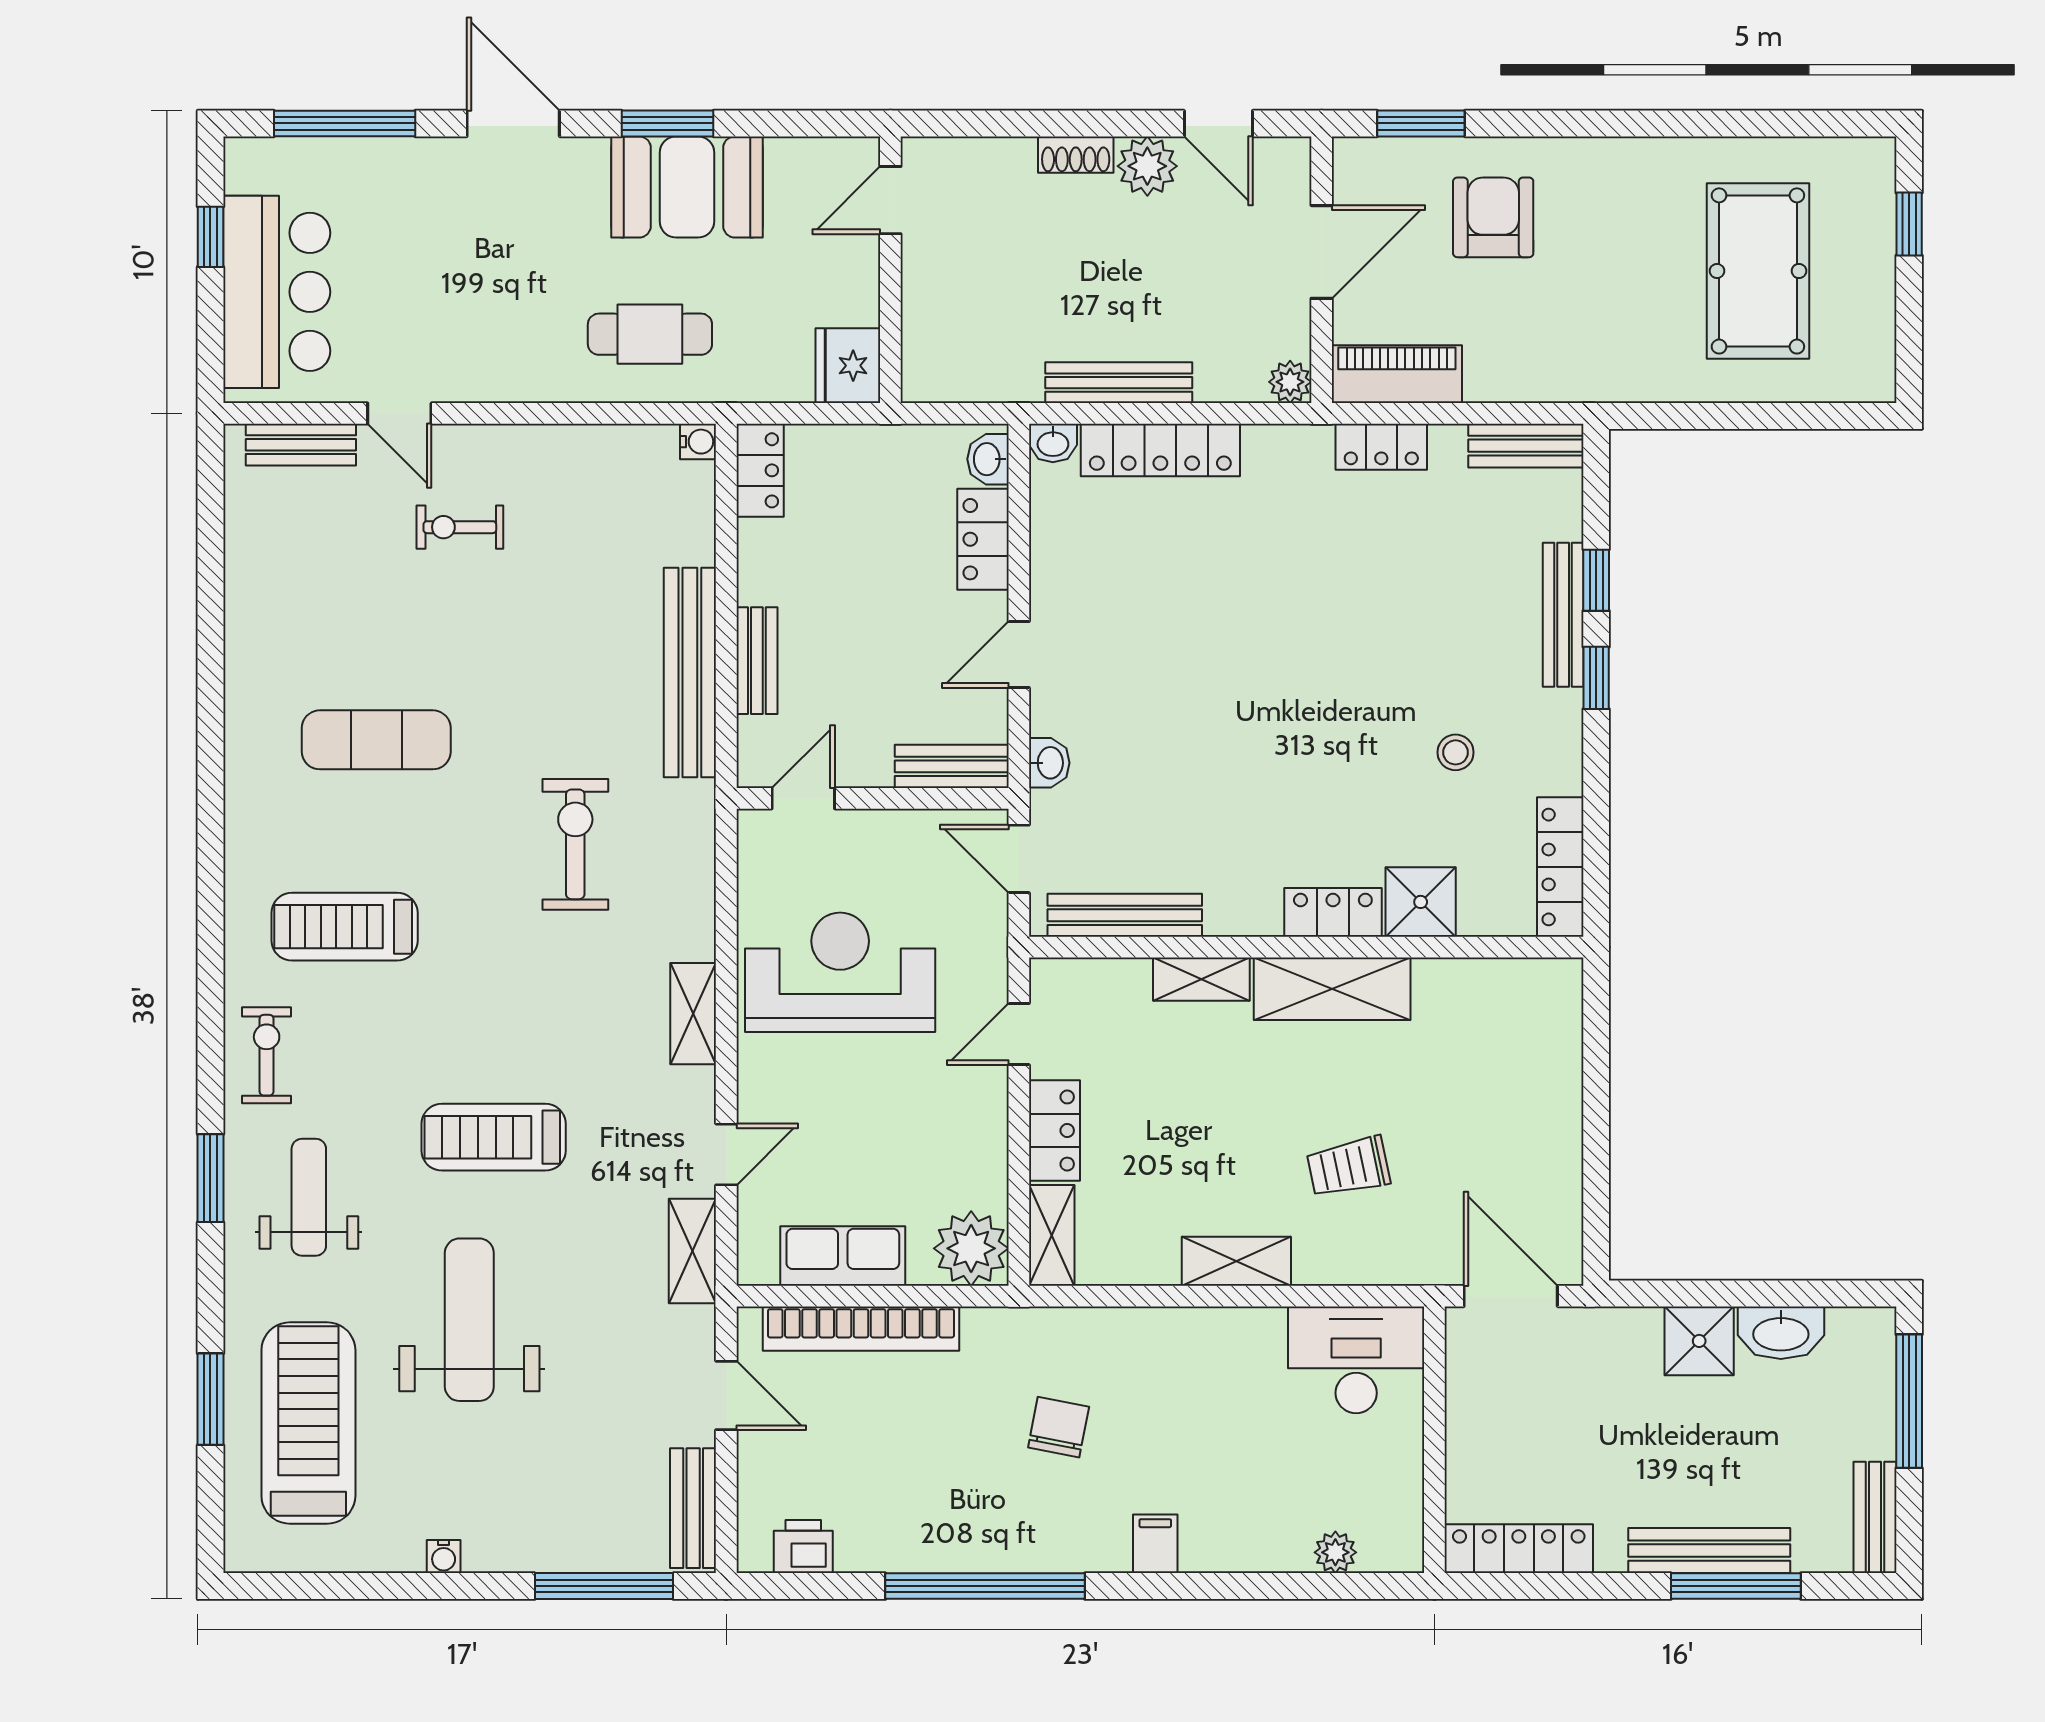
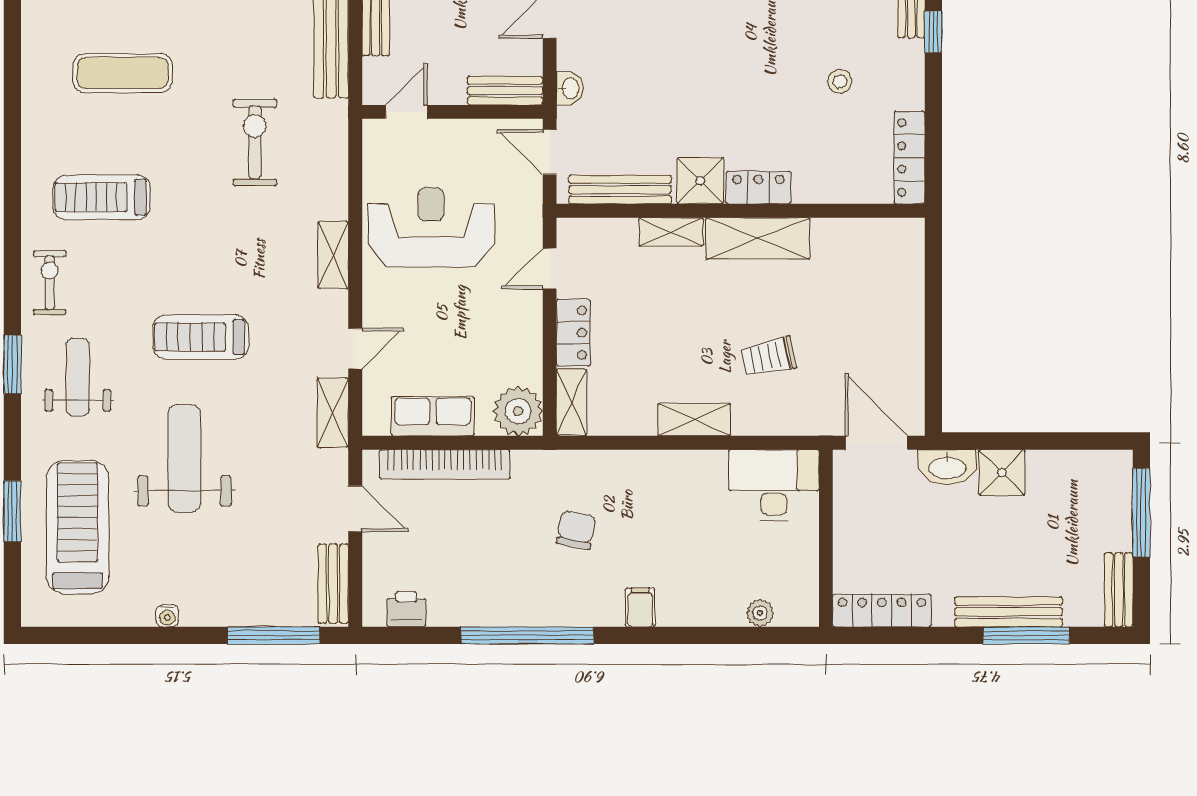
shower: (1421, 902) -> (700, 181), moved
washbasin: (1781, 1333) -> (947, 467), moved

